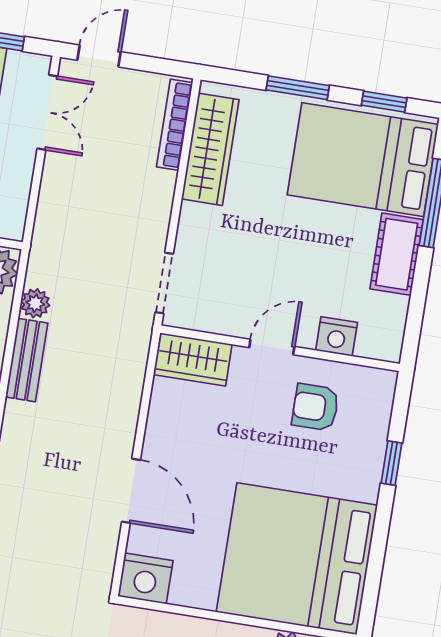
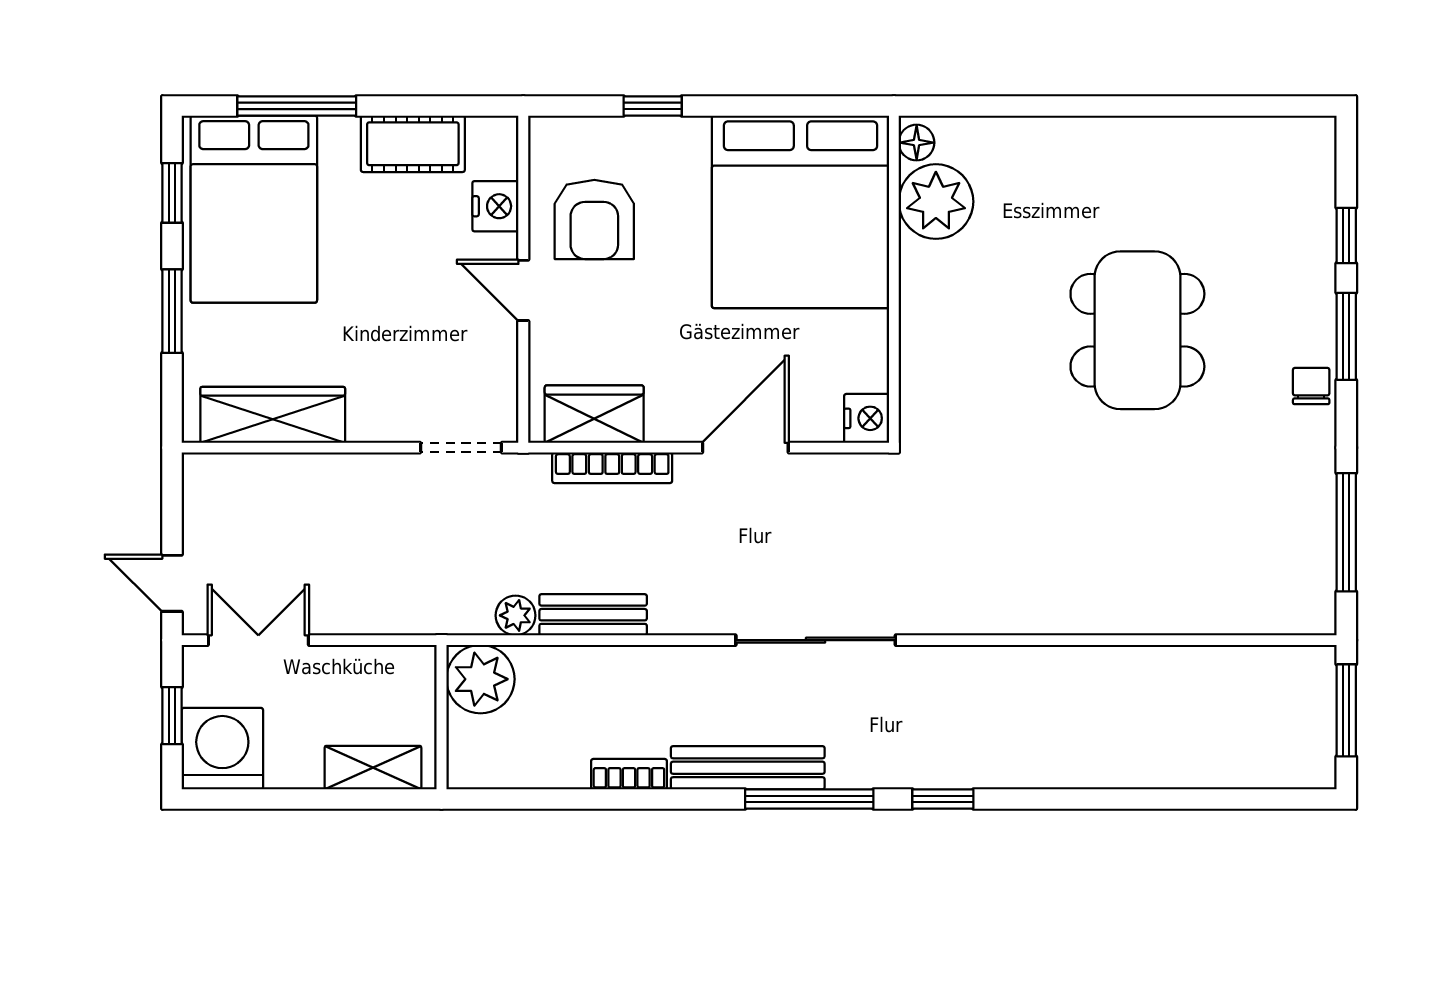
bookcase: (174, 125) -> (612, 468), moved
cot: (397, 254) -> (413, 144), moved
wardrobe: (193, 359) -> (594, 414), moved, turned -90
armchair: (315, 407) -> (594, 219), width x1.38, depth x1.38
nightstand: (145, 578) -> (867, 418), width x0.74, depth x0.75

